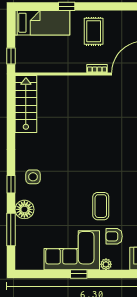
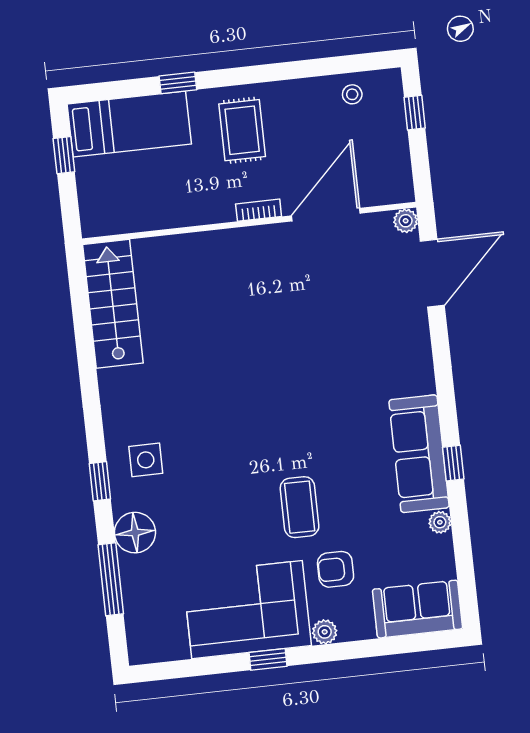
window: (11, 56) -> (64, 155), moved

